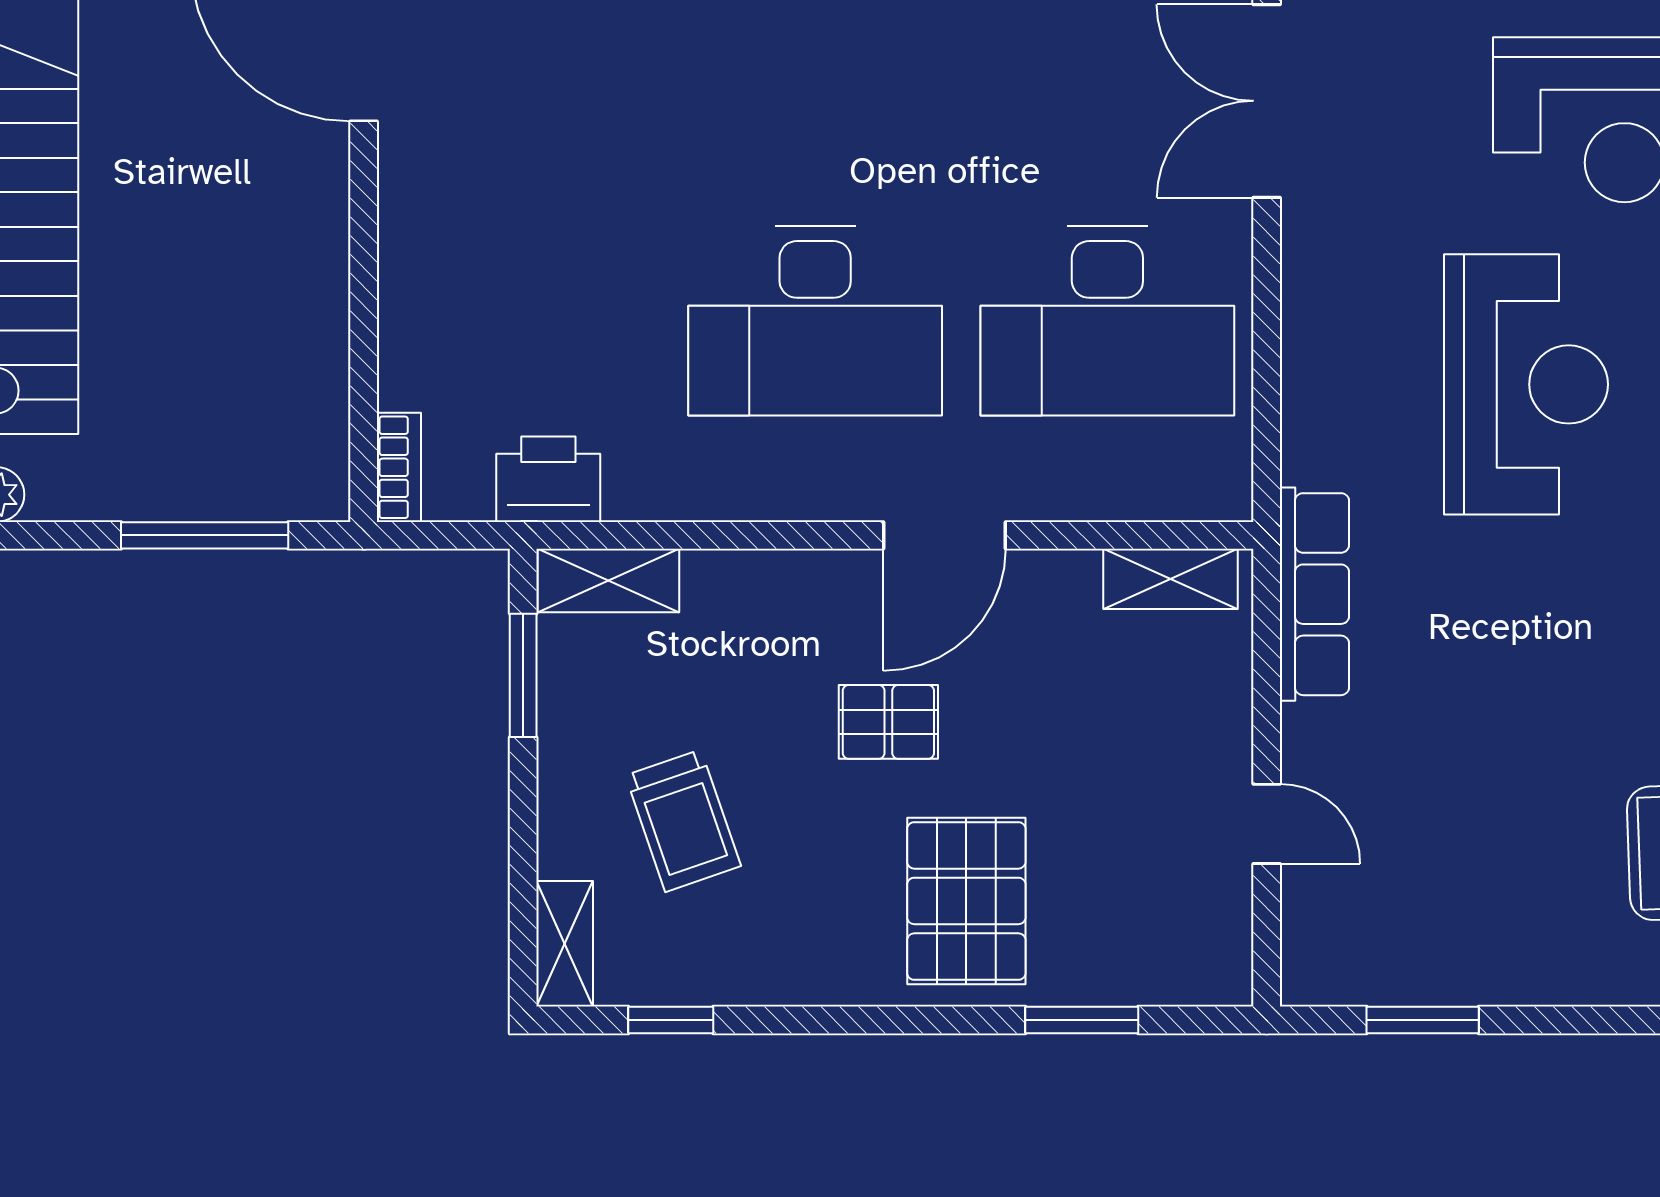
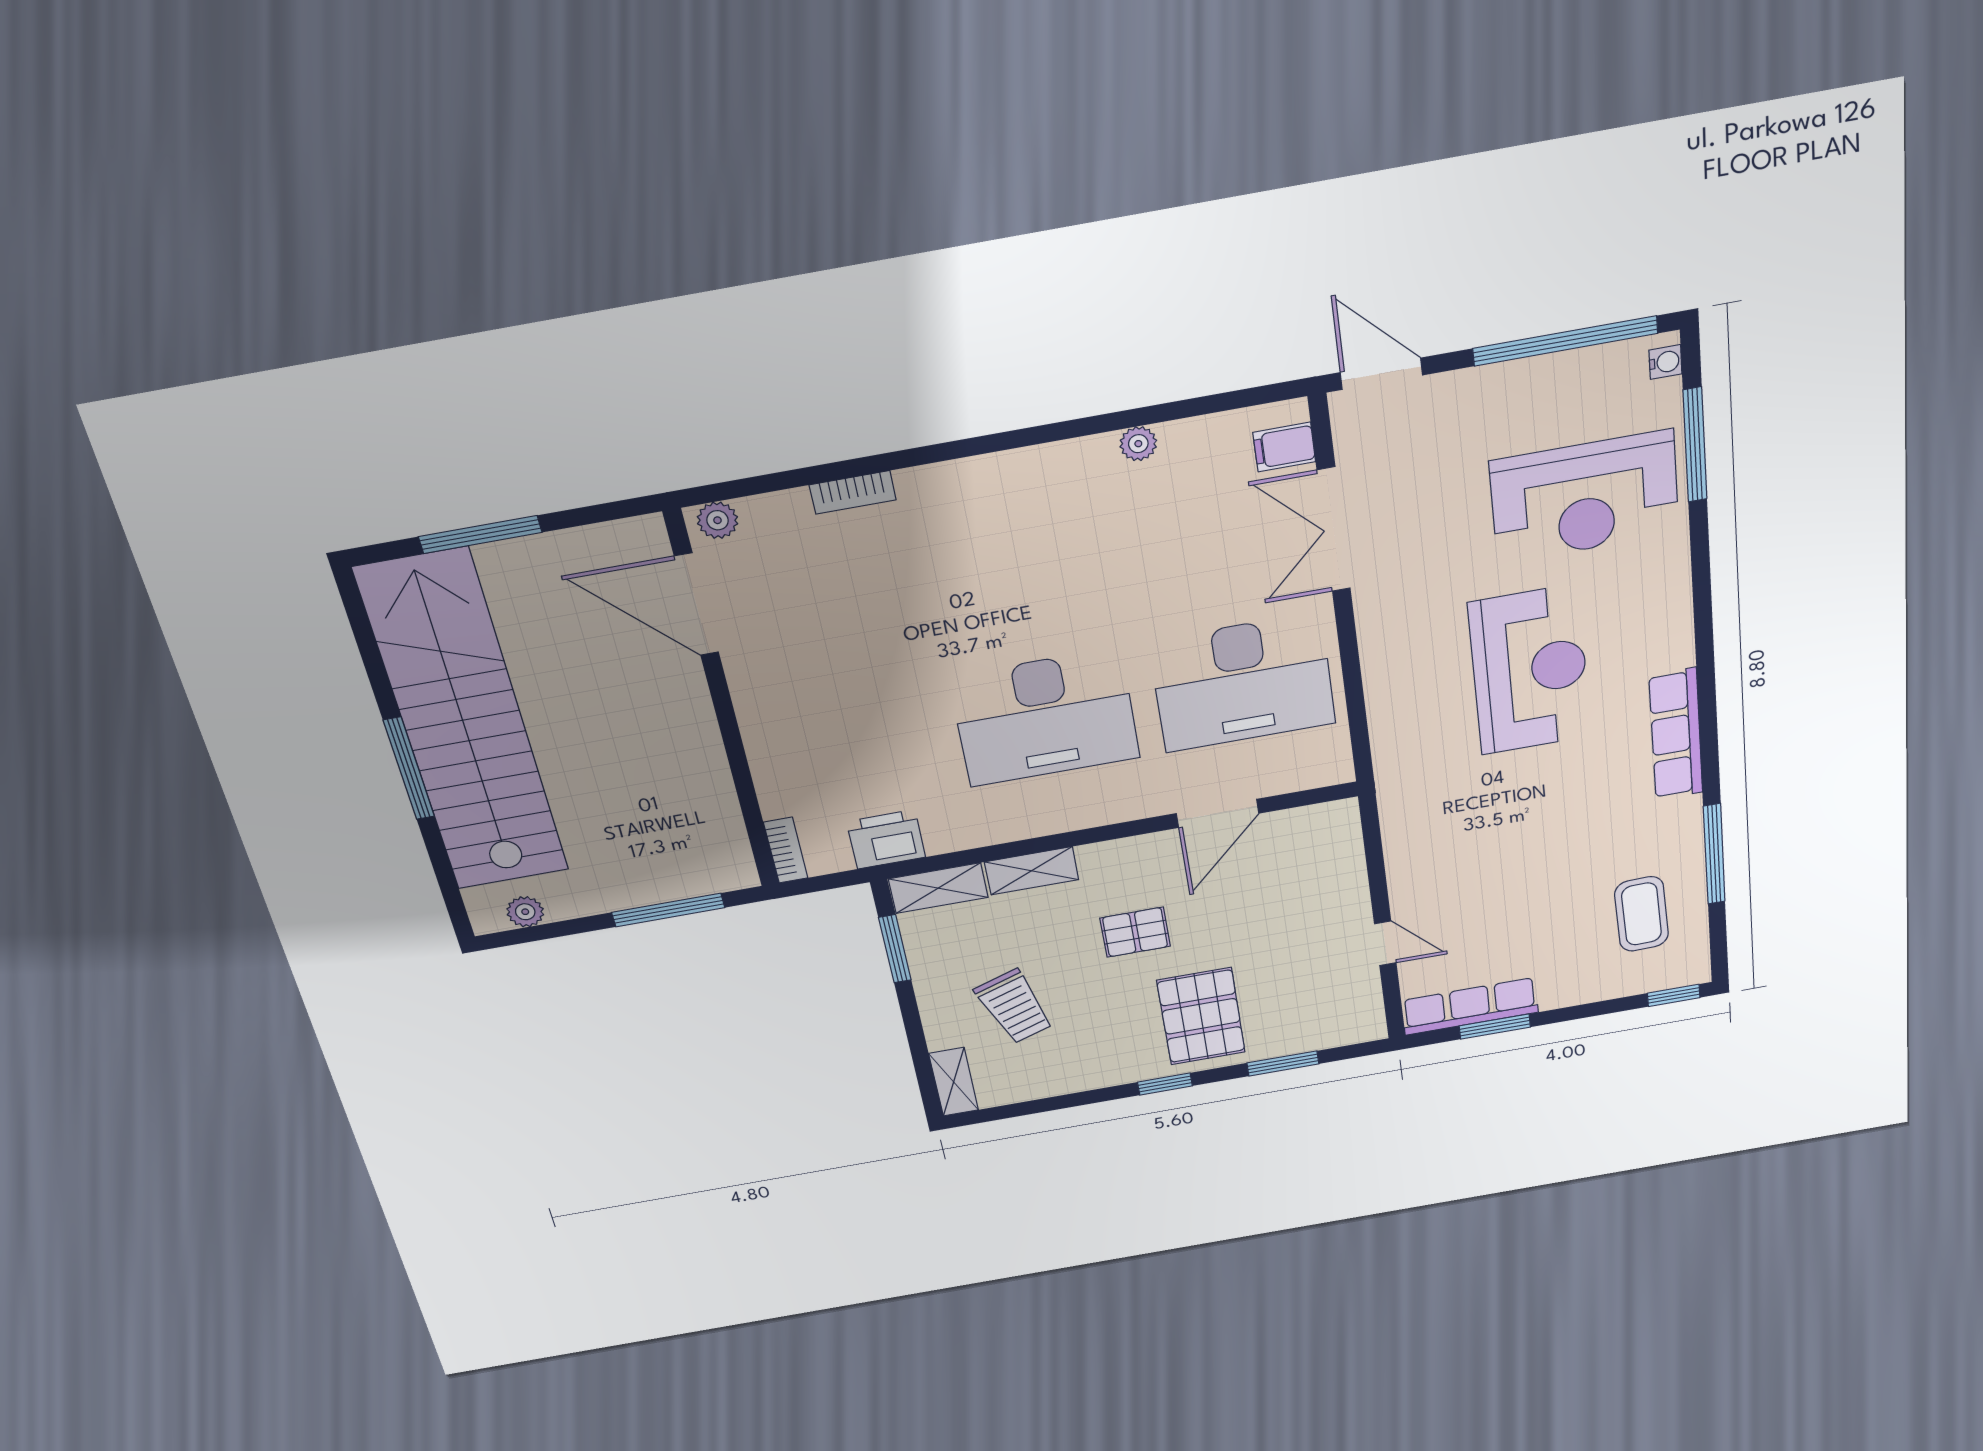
door: (944, 535) -> (1218, 813), moved
shelving: (1170, 579) -> (1032, 871), moved
row of seats: (1314, 594) -> (1470, 1006), moved, turned -90
window: (671, 1020) -> (1165, 1084), moved

